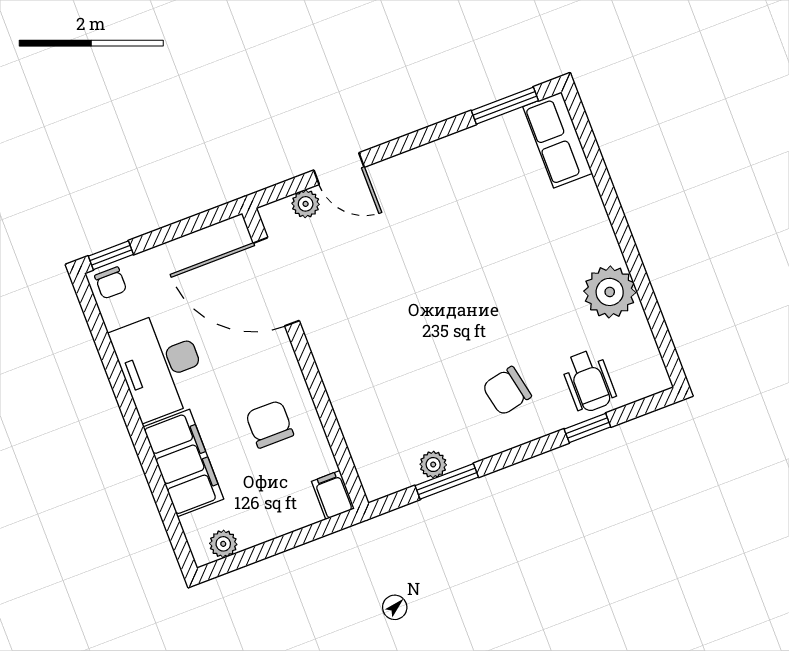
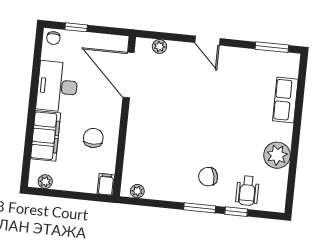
row of seats: (558, 140) -> (285, 100), moved
door: (339, 169) -> (207, 41), moved
window: (111, 255) -> (76, 27), moved
plant: (433, 465) -> (137, 191), moved
window: (447, 481) -> (200, 208), moved

